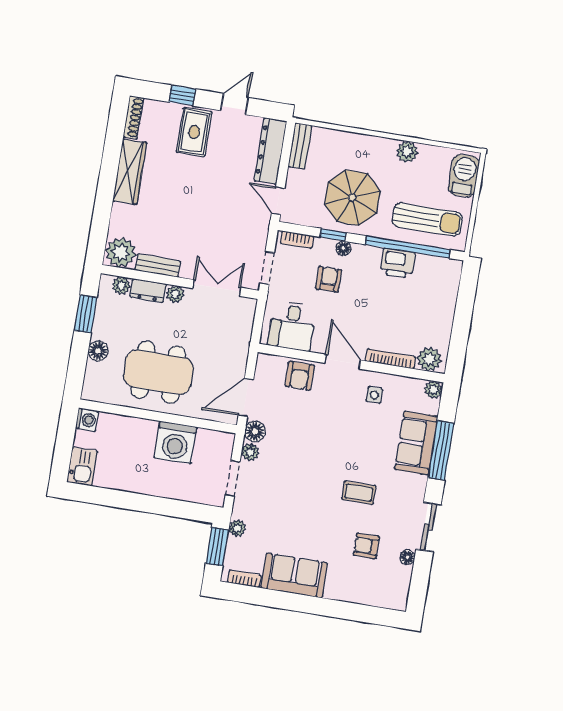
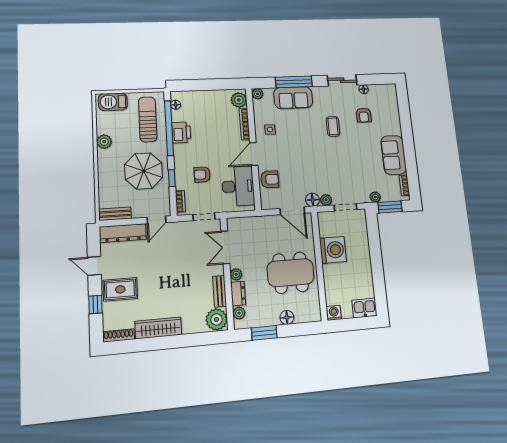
floor lamp: (343, 248) -> (176, 105), moved
desk: (292, 326) -> (238, 186), width x1.37
dining table: (158, 372) -> (291, 273), turned 90

